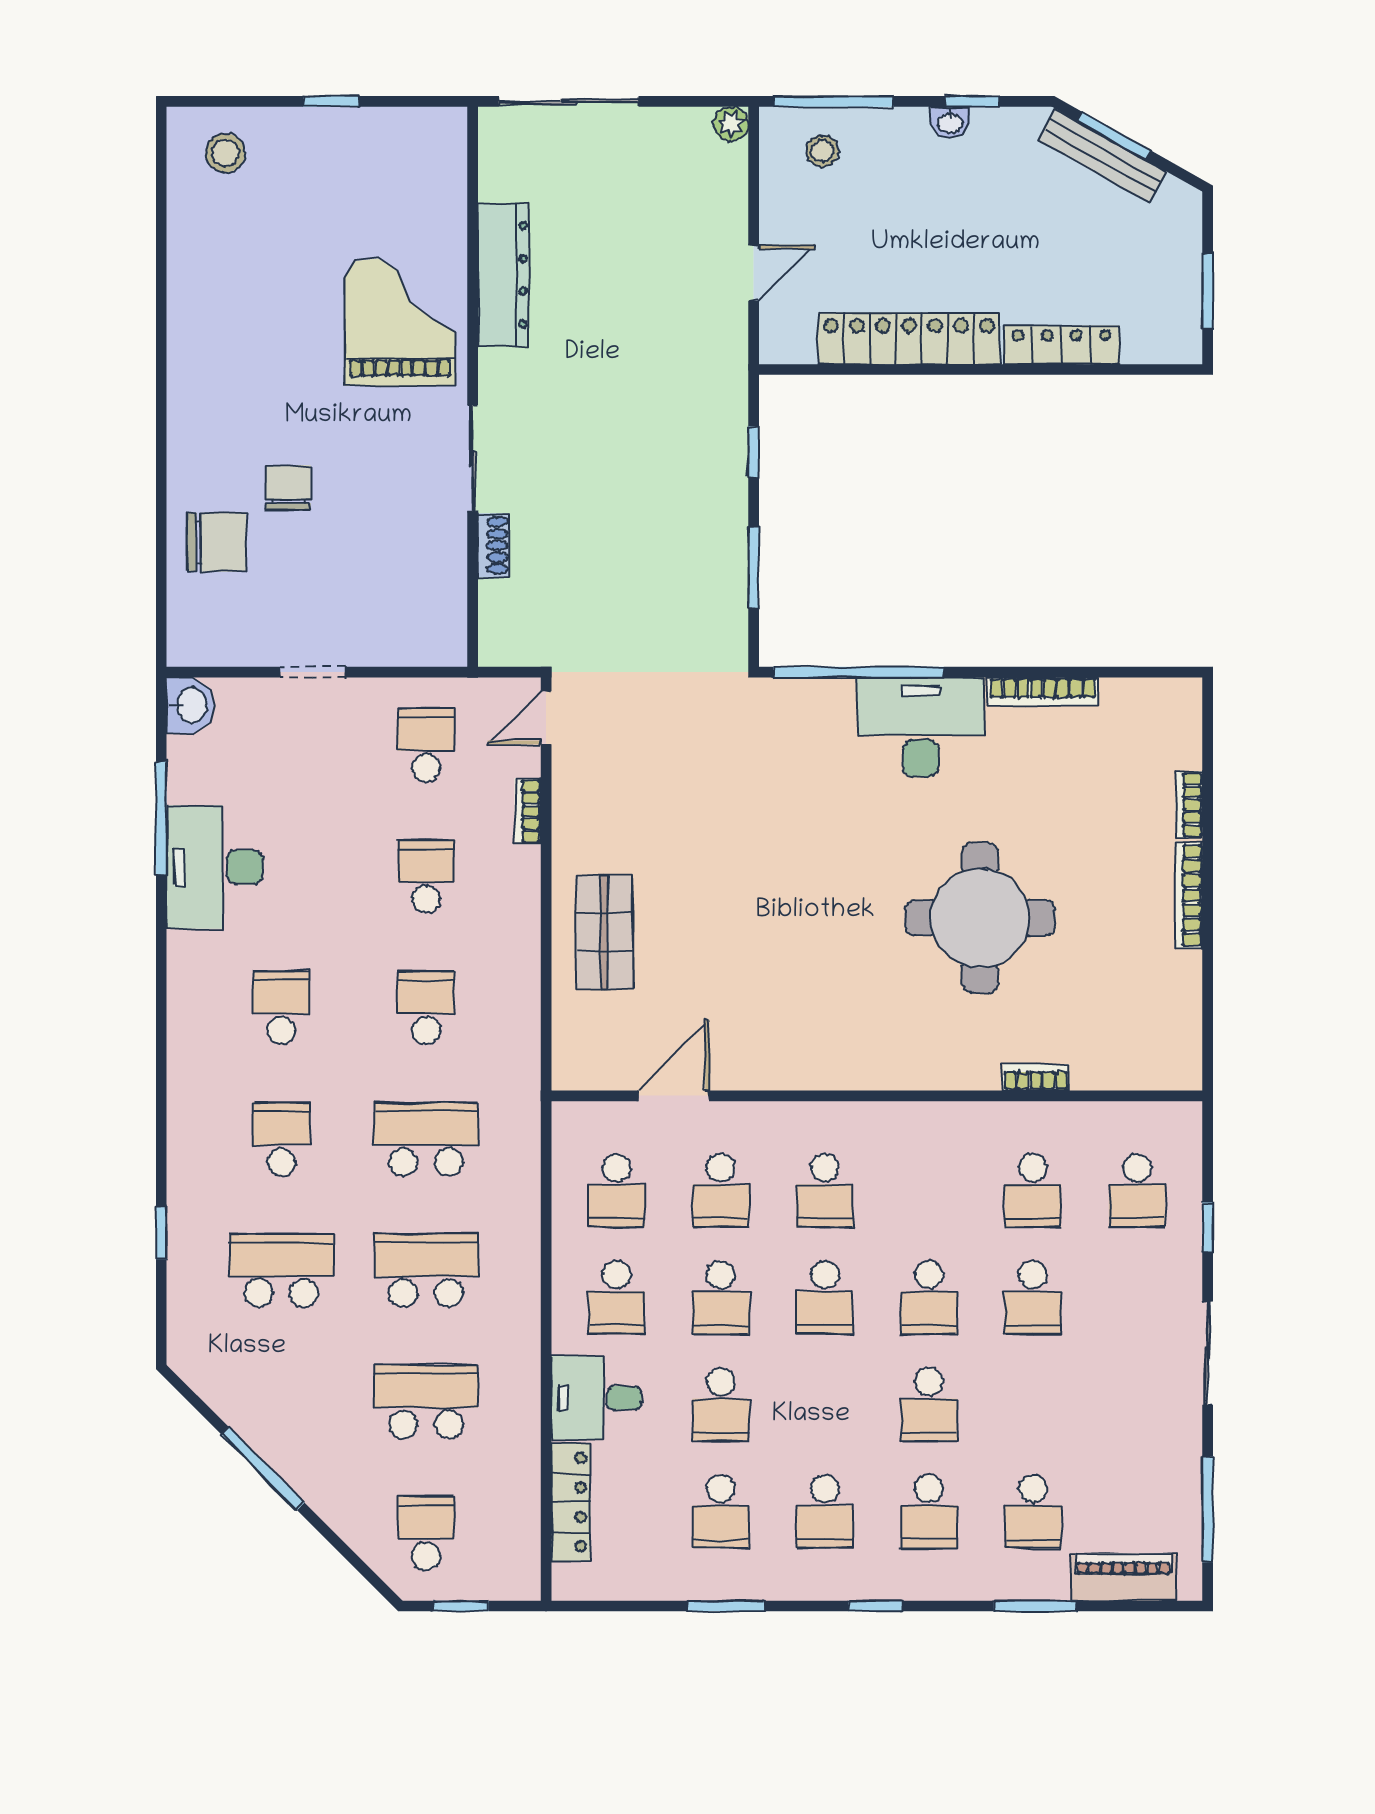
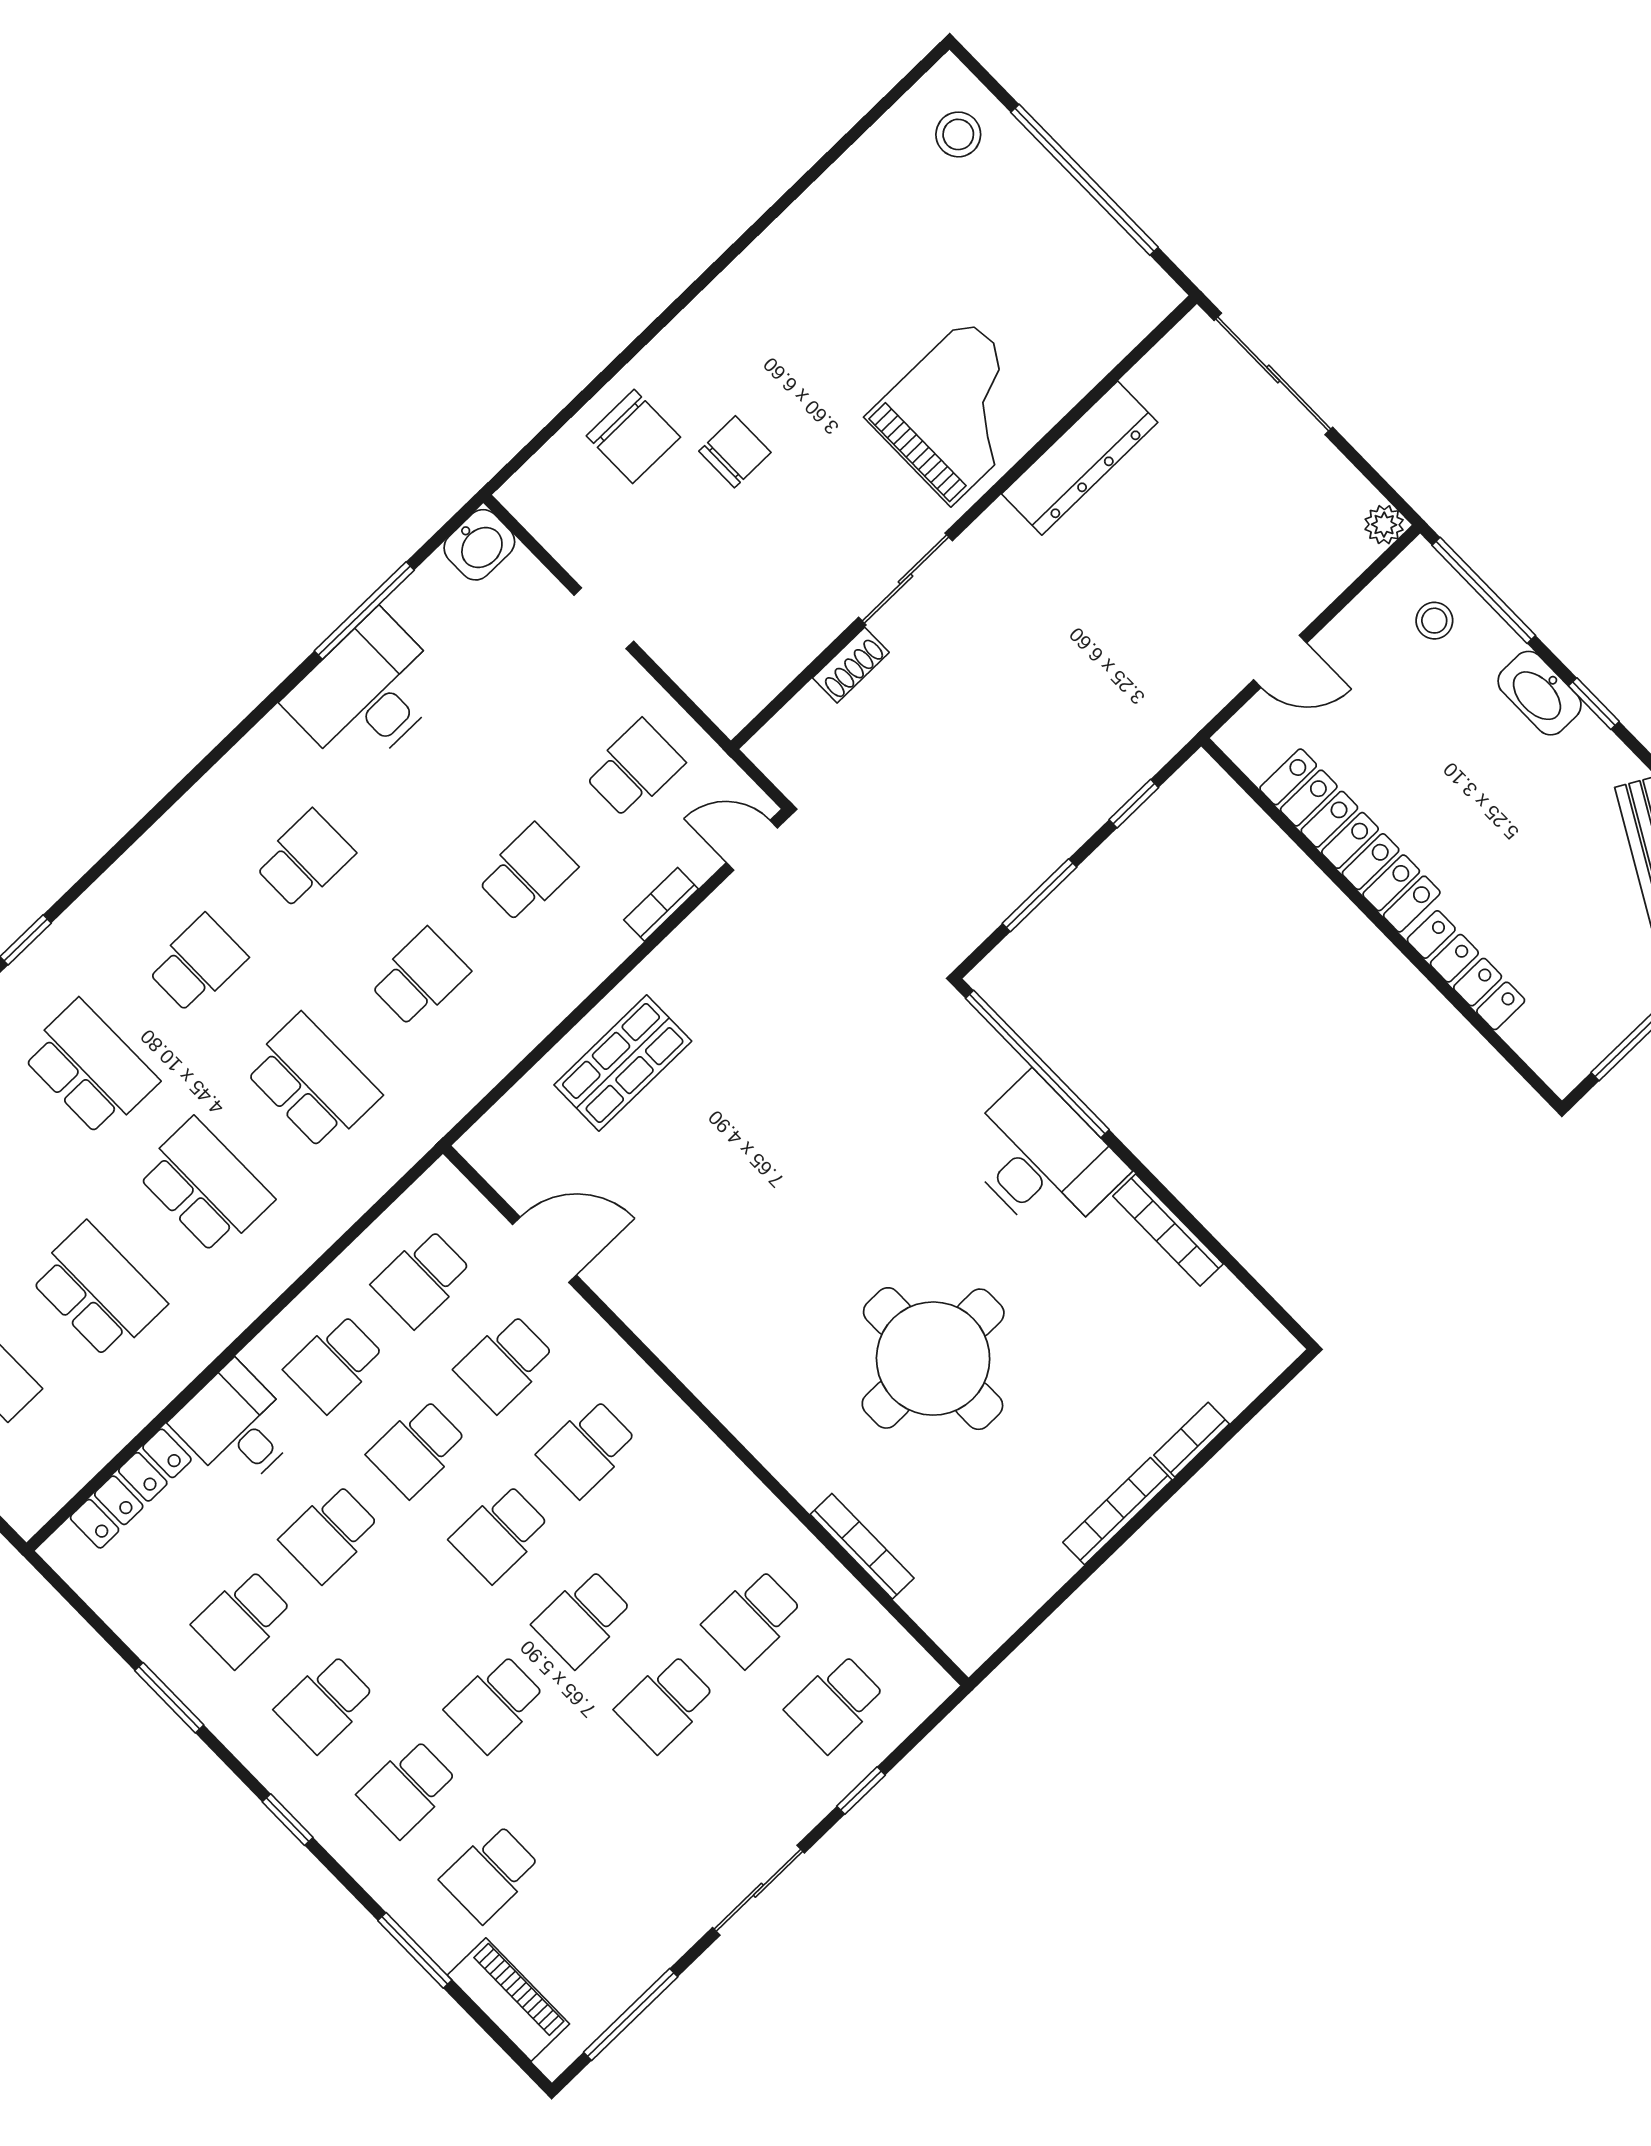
window: (331, 101) -> (1084, 180), width x3.17
washbasin: (950, 122) -> (1540, 693), width x1.91, depth x1.45
bookcase: (1036, 1077) -> (862, 1546), width x1.56

